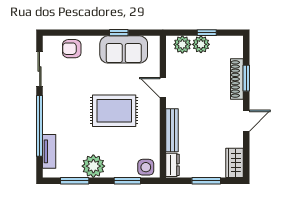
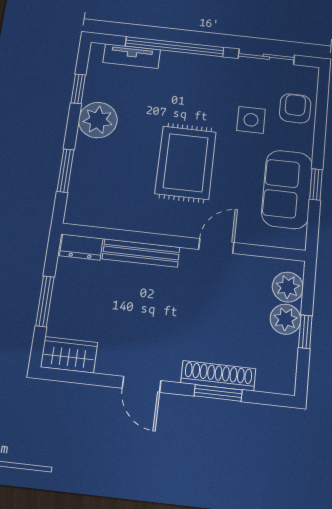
side table: (146, 167) -> (251, 120), moved
window: (75, 181) -> (78, 89), width x0.67

